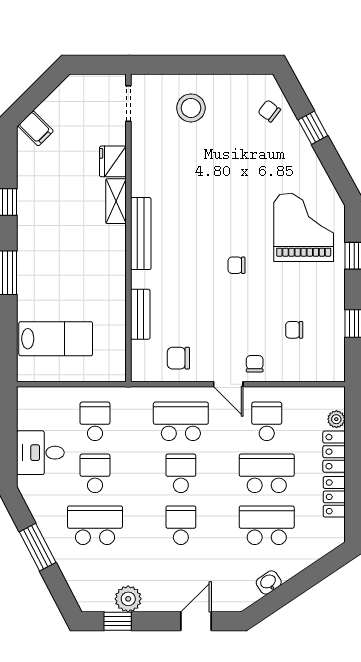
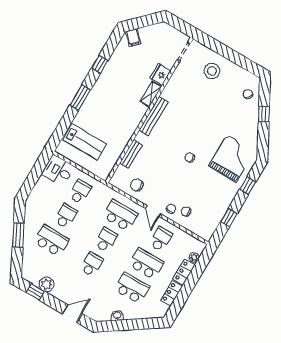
chair: (294, 330) -> (186, 211), moved
desk: (40, 453) -> (58, 170), moved

